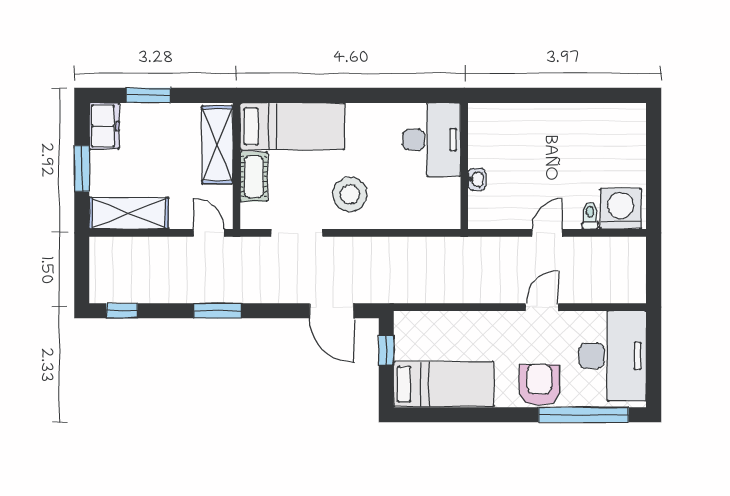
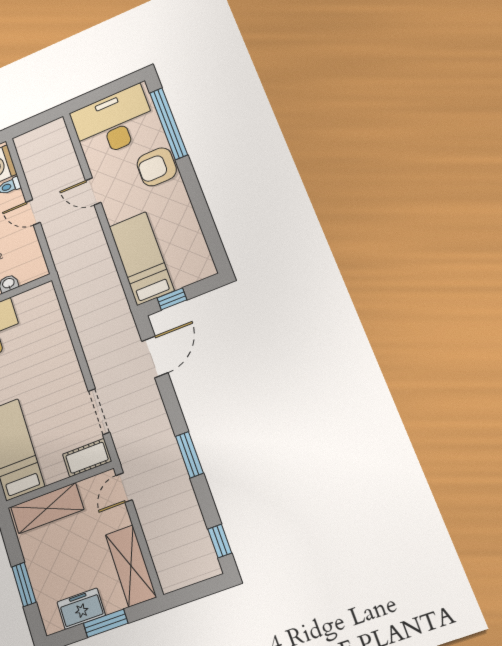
freezer: (104, 126) -> (81, 609), moved
cot: (254, 177) -> (87, 458), moved
stool: (350, 194) -> (53, 380), removed
bed: (444, 384) -> (141, 258), moved

